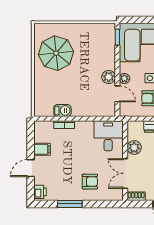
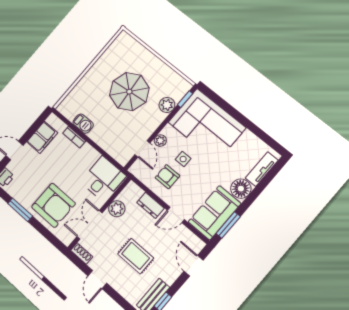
parasol: (56, 53) -> (129, 92), moved
plant: (109, 77) -> (167, 105), moved
filing cabinet: (42, 149) -> (42, 137), width x2.00
armchair: (90, 182) -> (53, 205), width x1.88, depth x1.88

